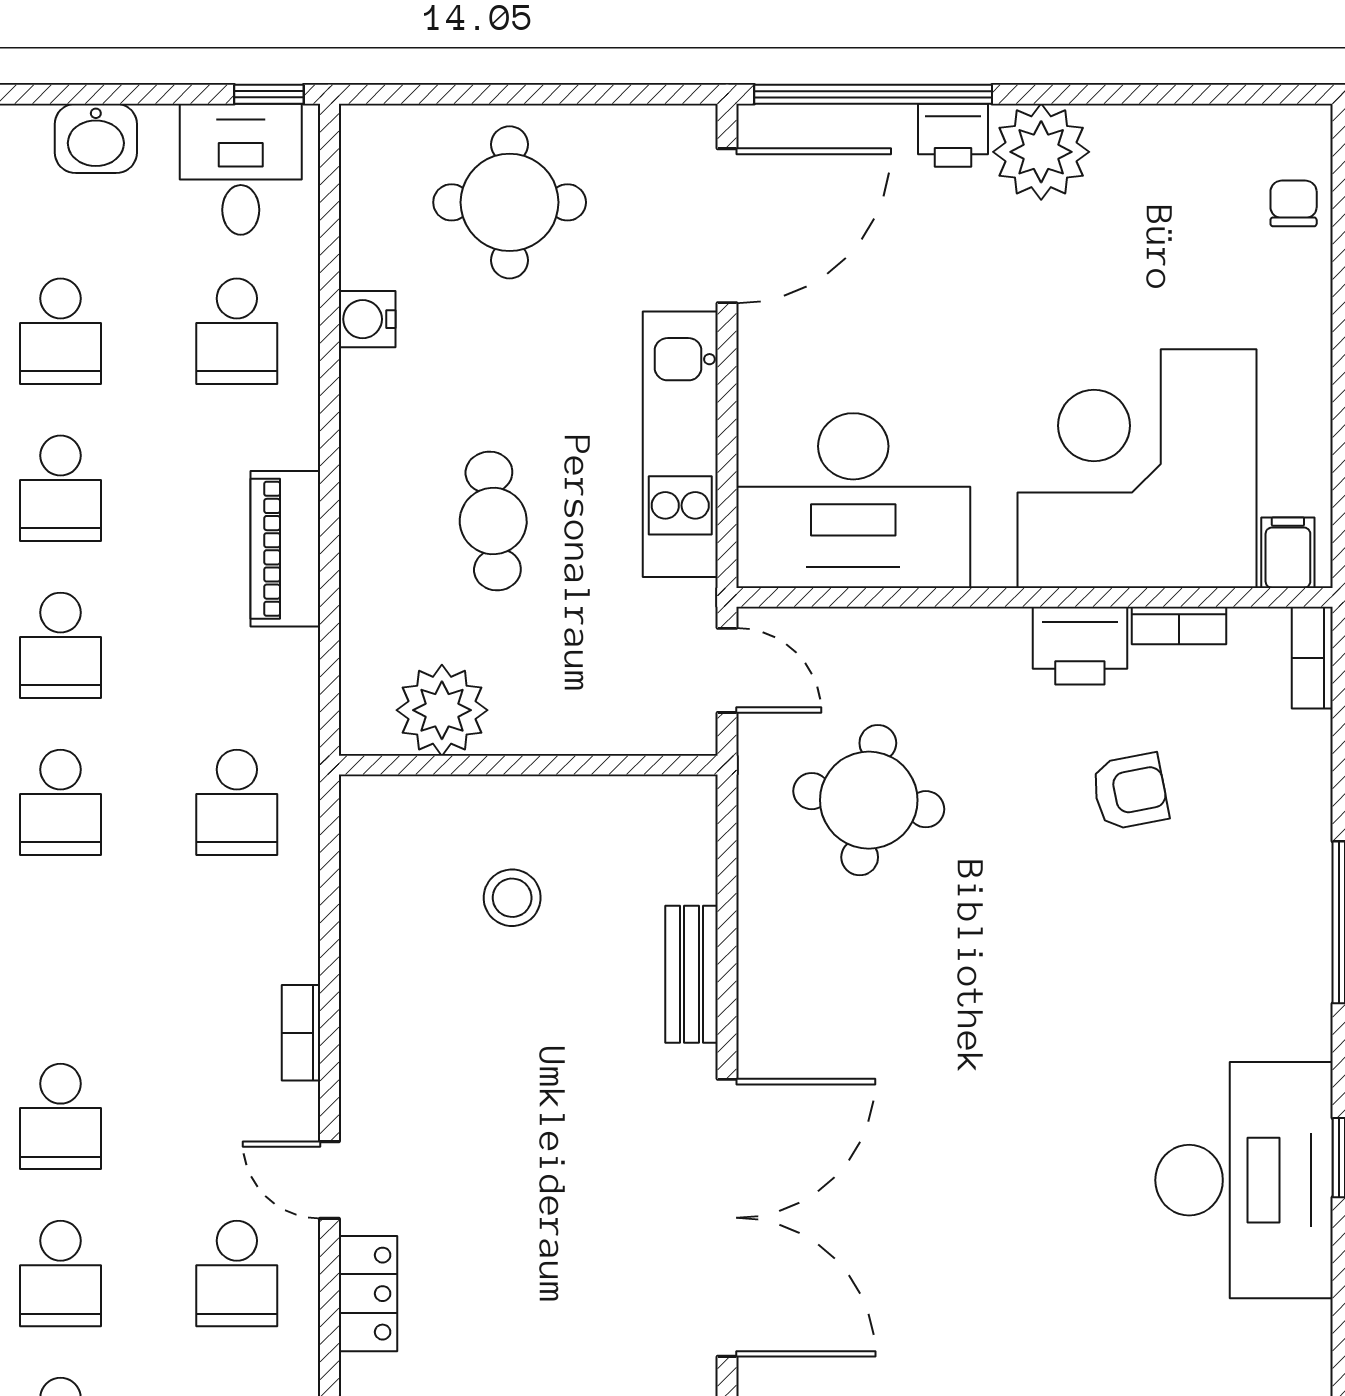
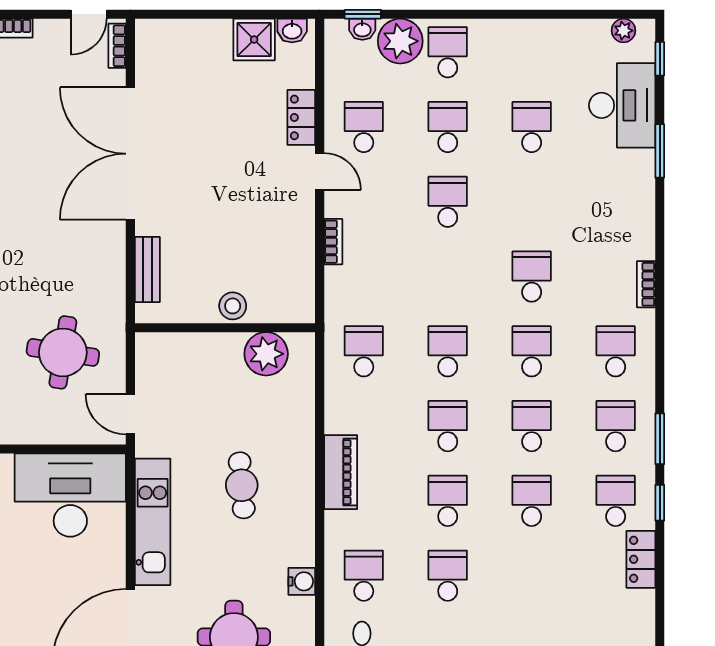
plant: (442, 710) -> (266, 354), moved
wall: (528, 765) -> (225, 328), moved

